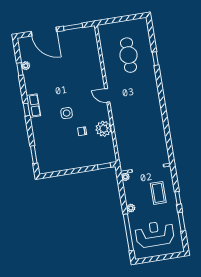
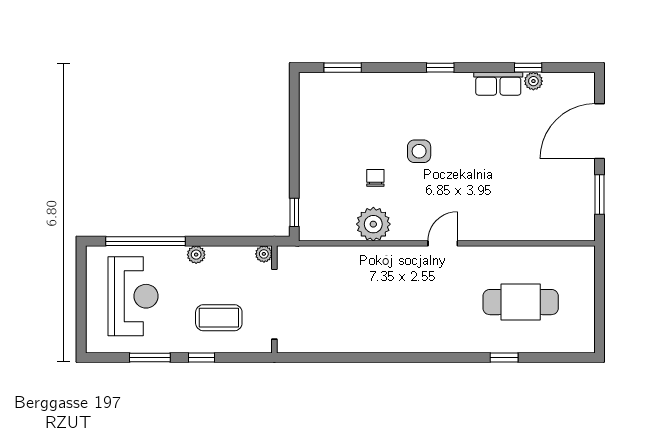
row of seats: (33, 106) -> (498, 84), moved

